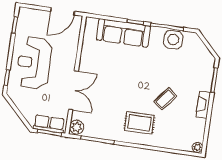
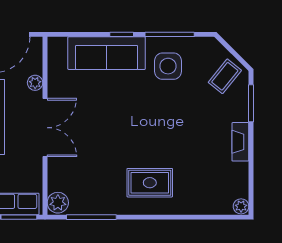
side table: (173, 40) -> (168, 66), moved
plant: (73, 46) -> (35, 83), added
double door: (73, 90) -> (45, 128), moved
coffee table: (165, 99) -> (225, 76), moved

